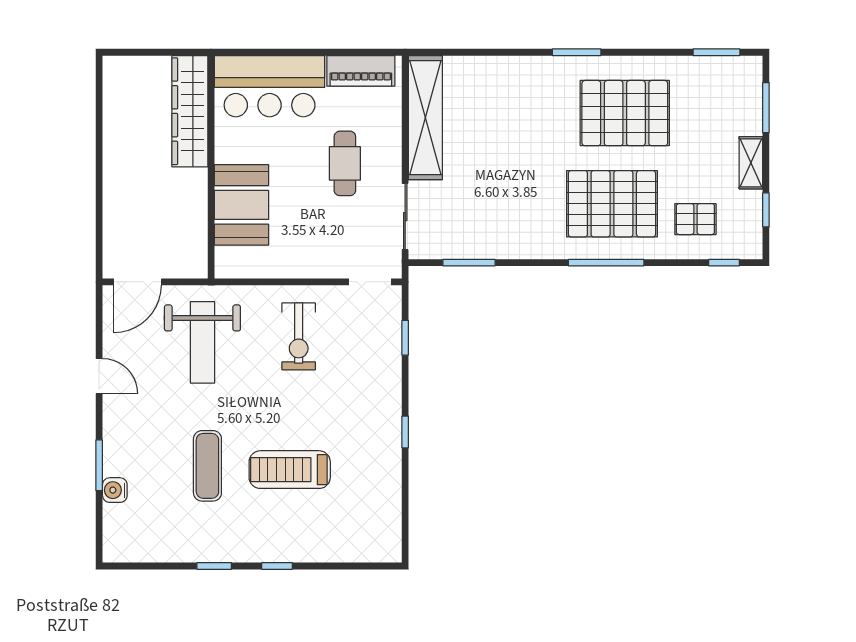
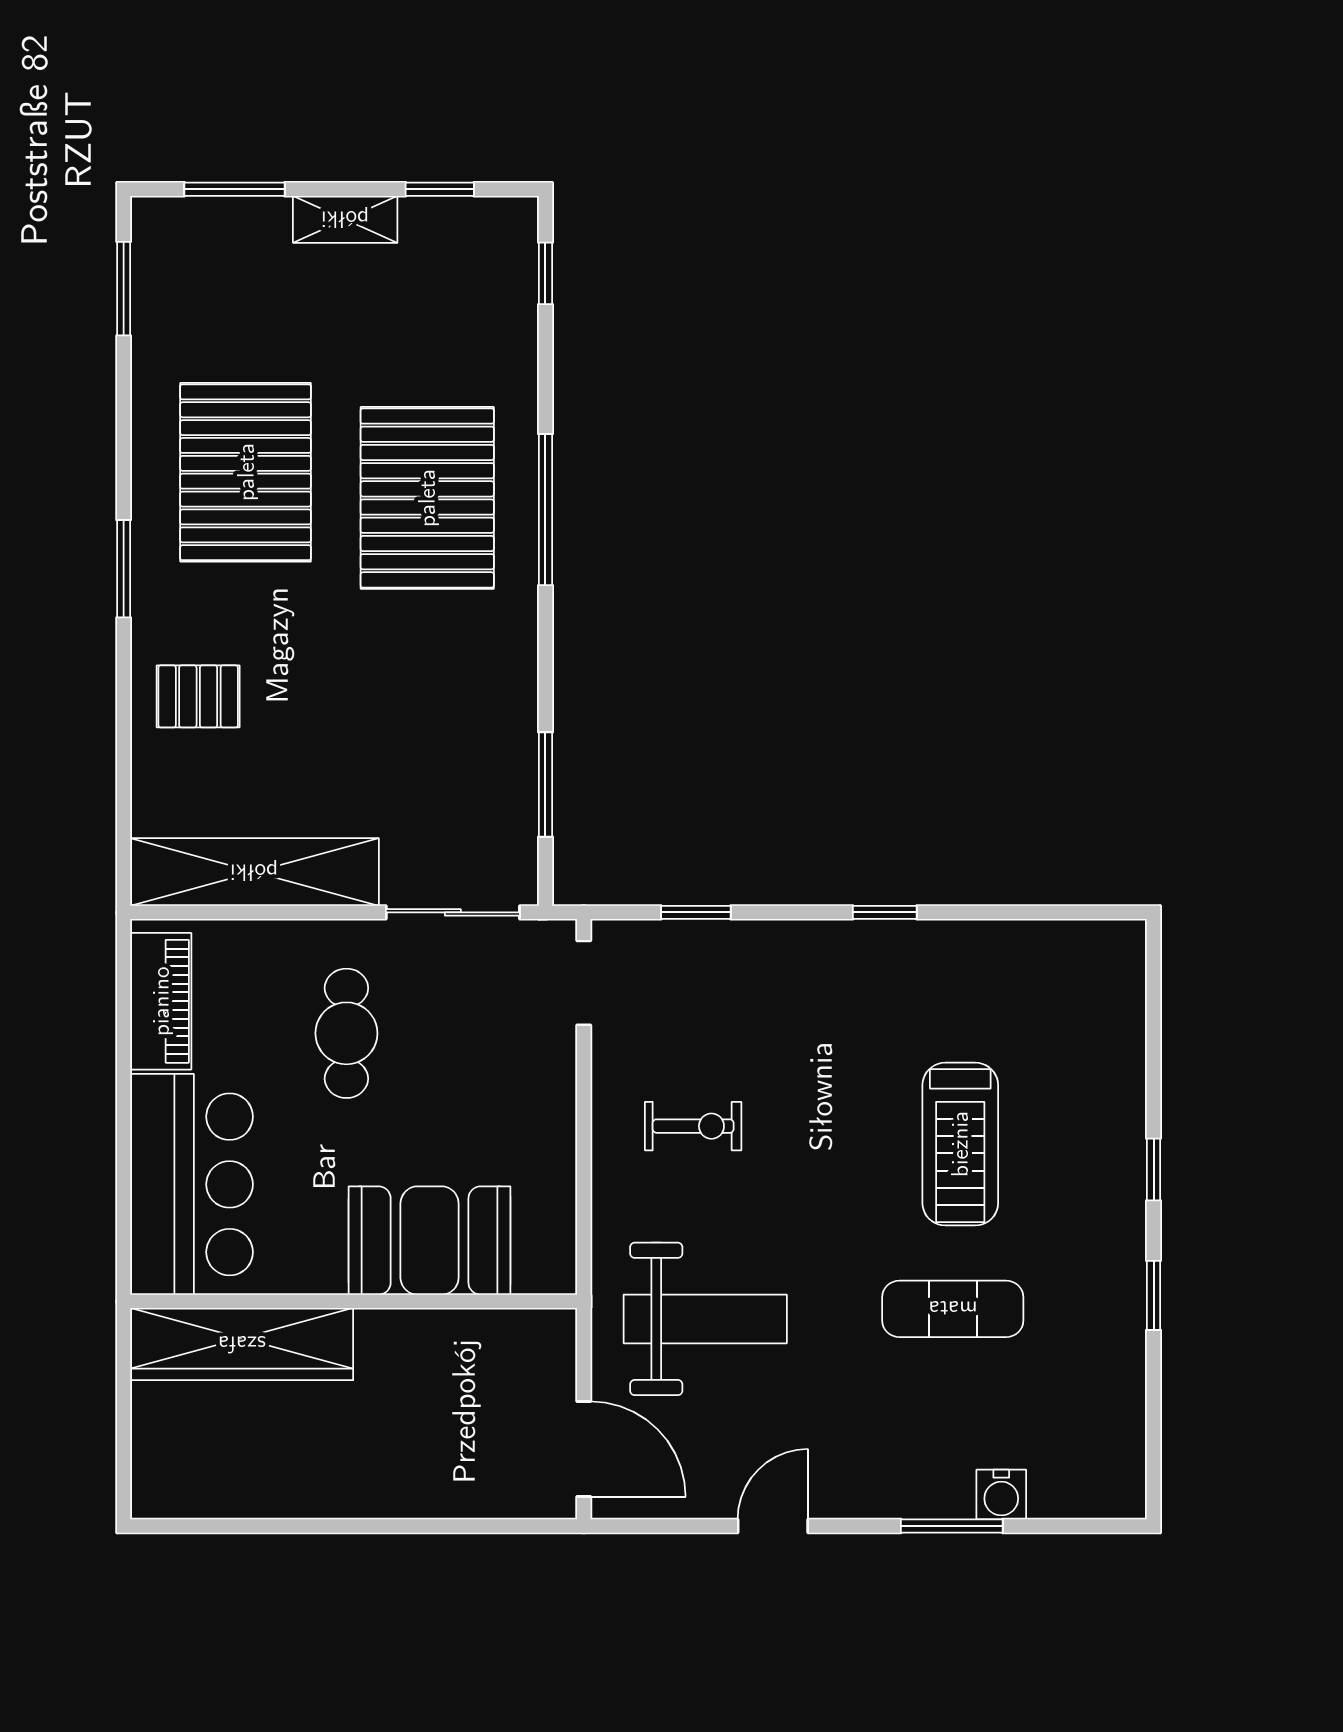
cafe table: (345, 163) -> (346, 1033), turned 90
pallet: (695, 219) -> (198, 696), moved, turned 90
exercise bike: (299, 336) -> (693, 1126), width x0.73, depth x0.72

